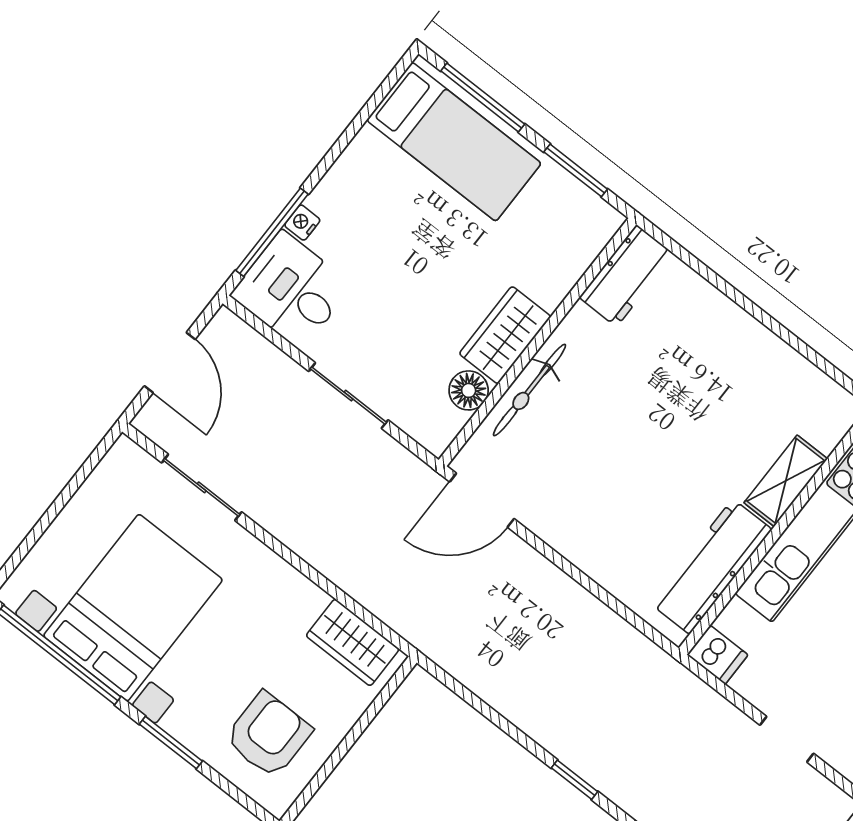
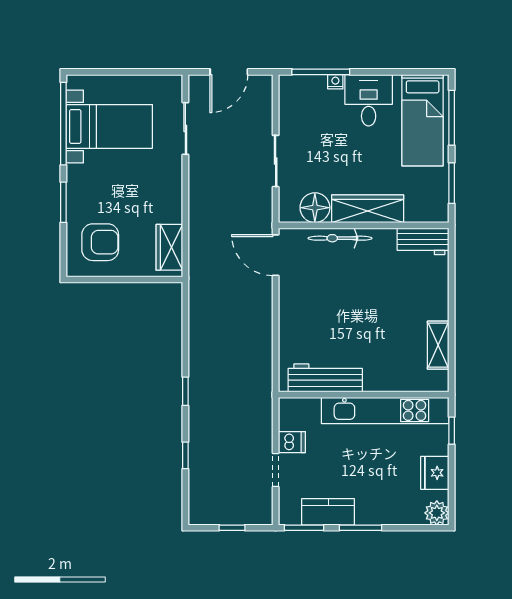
desk: (292, 290) -> (369, 100), moved
wardrobe: (505, 335) -> (368, 209), width x1.50
floor lamp: (469, 390) -> (315, 208), width x1.38, depth x1.38
shelving: (786, 481) -> (438, 345), moved, turned 90
bed with nightstands: (133, 608) -> (109, 126), width x0.73
dishwasher: (717, 655) -> (292, 442), moved, turned -90

